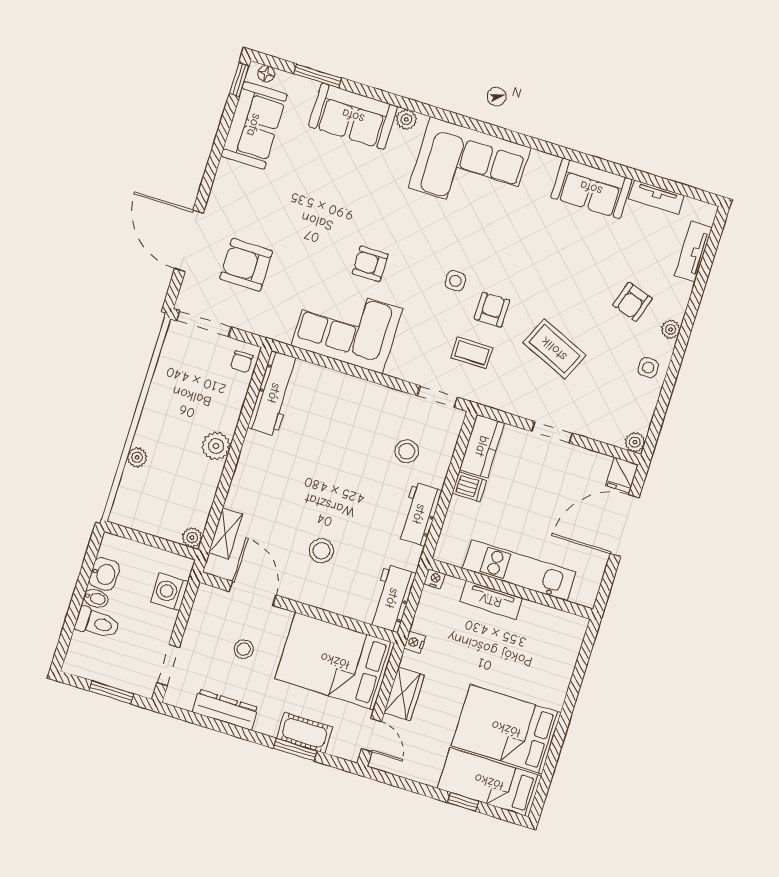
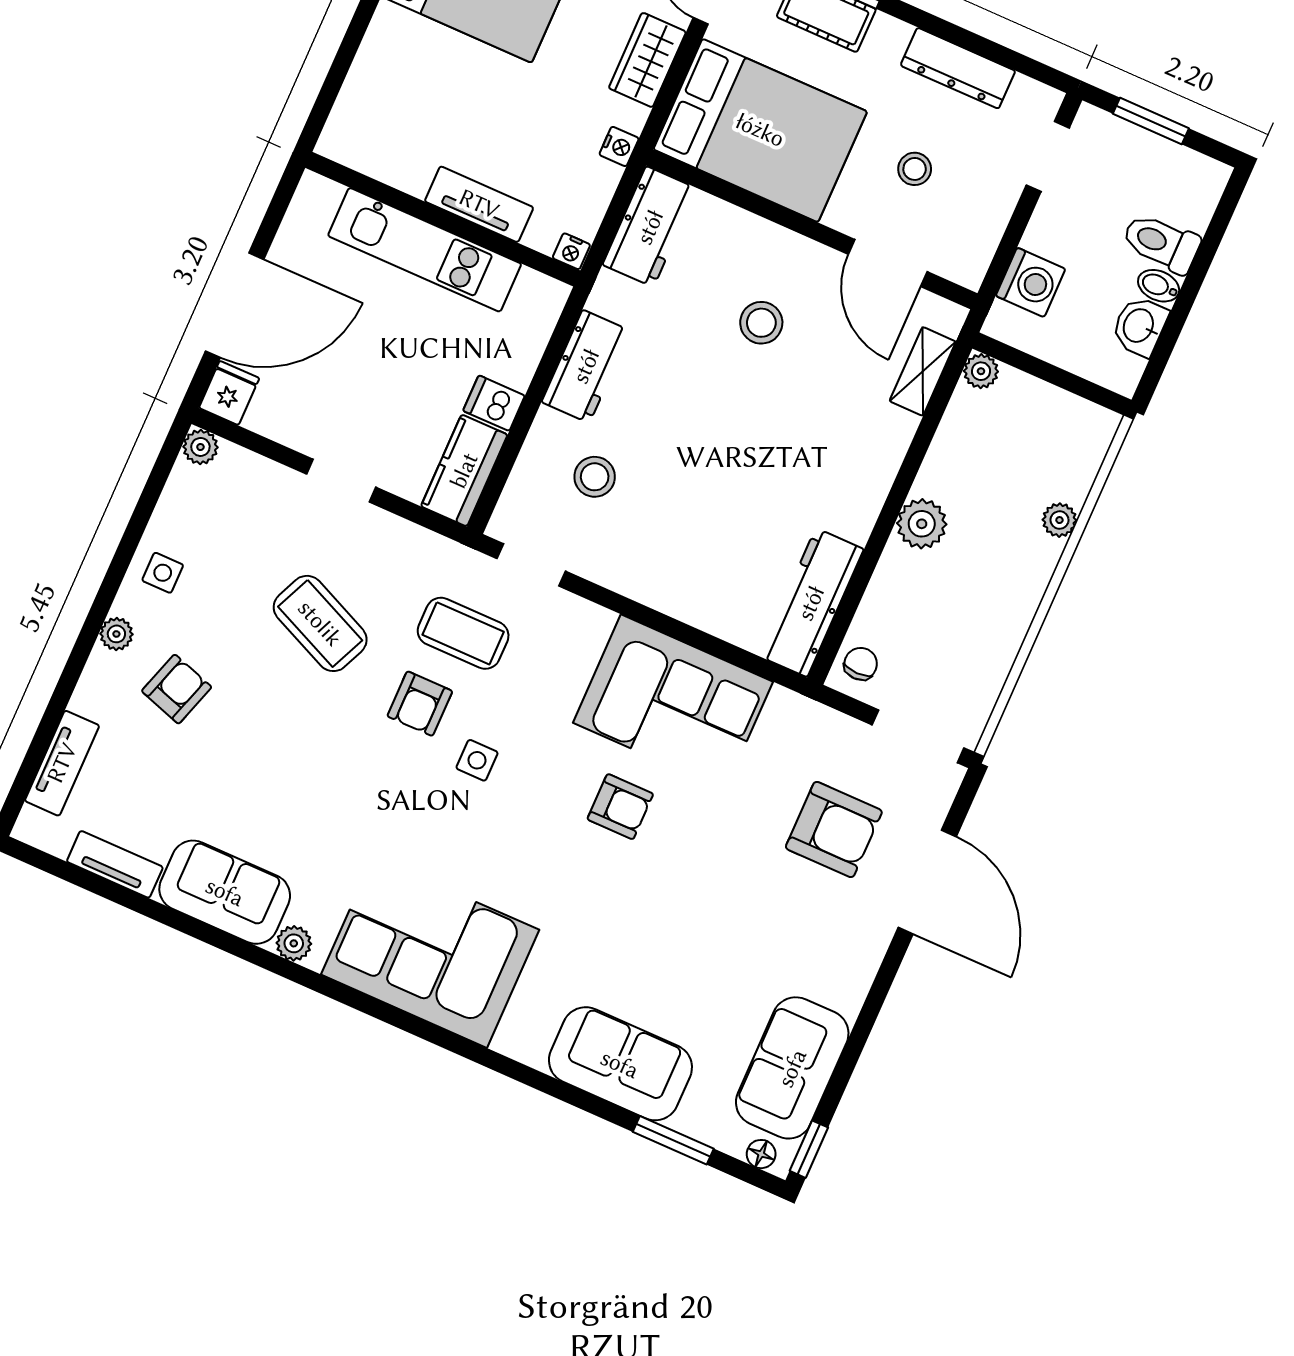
plant: (406, 119) -> (294, 943), moved
coffee table: (472, 353) -> (463, 633), width x1.36, depth x1.30

